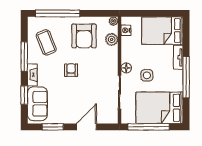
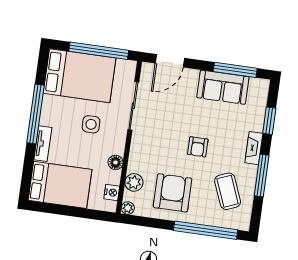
floor lamp: (126, 68) -> (116, 162), moved
sofa: (37, 104) -> (223, 87), moved, turned -90
window: (53, 127) -> (235, 70), width x1.44
door: (87, 127) -> (170, 61), moved

